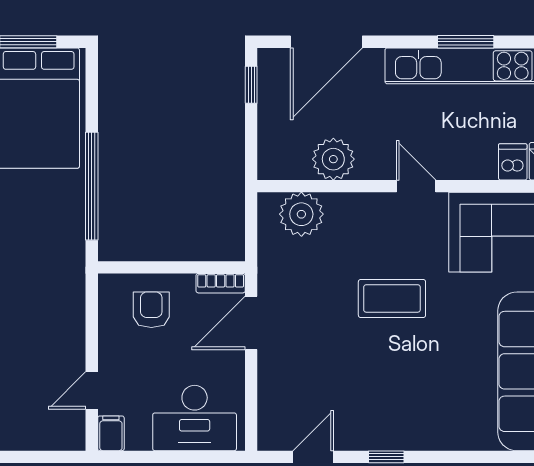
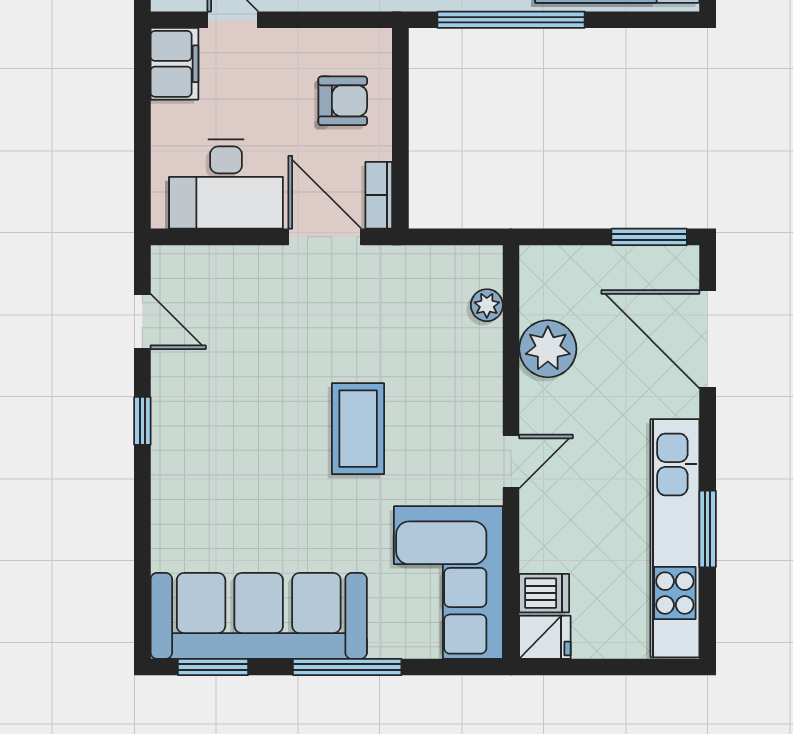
window: (251, 85) -> (649, 237), width x1.50
plant: (301, 214) -> (487, 305), width x0.53, depth x0.53
desk: (195, 418) -> (226, 184), moved, turned -90
filing cabinet: (111, 433) -> (174, 64), width x2.00

